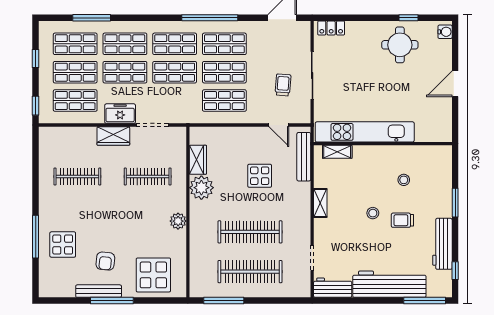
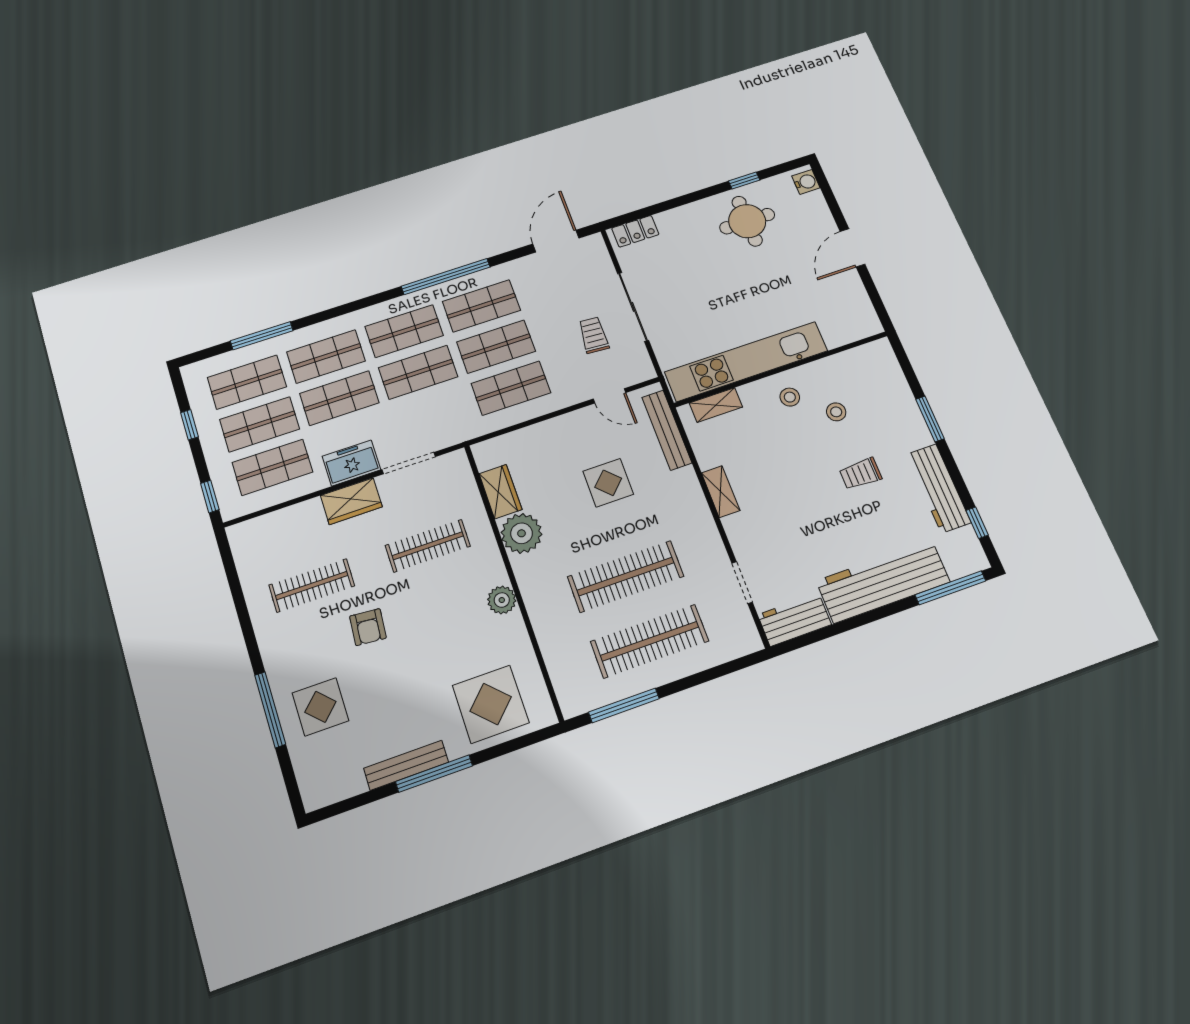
stool: (373, 213) -> (790, 397), moved
armchair: (105, 261) -> (368, 627), moved

